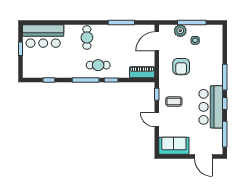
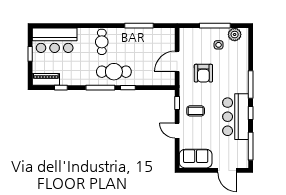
plant: (180, 31) -> (235, 35), moved
door: (157, 41) -> (177, 61), moved
cafe table: (98, 65) -> (114, 72), width x1.37, depth x1.35
piano: (142, 72) -> (46, 79), moved

